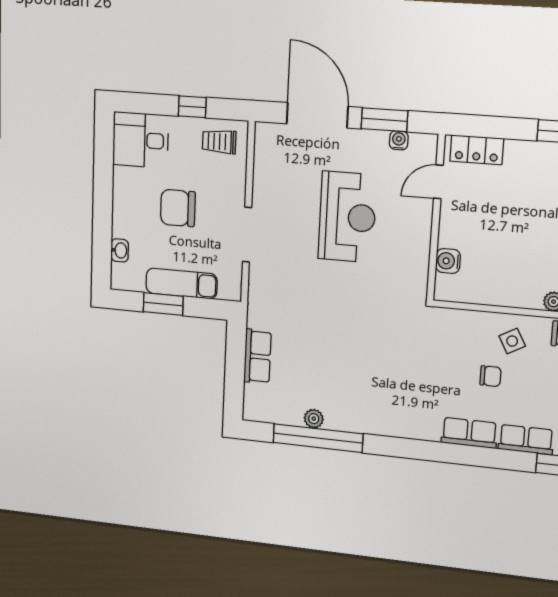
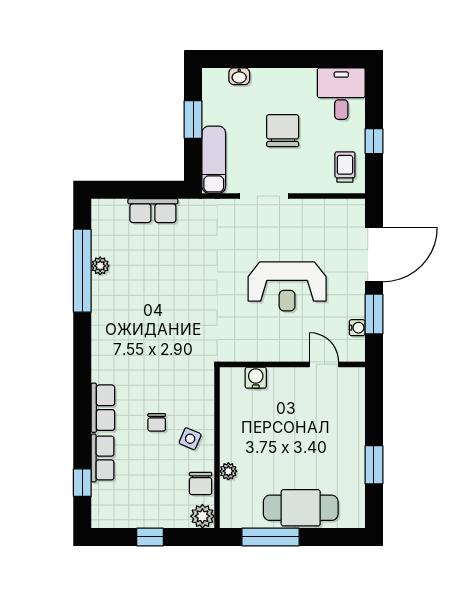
locker: (477, 150) -> (354, 395), removed
exam couch: (182, 284) -> (214, 160), moved
side table: (512, 341) -> (190, 439), turned -38

